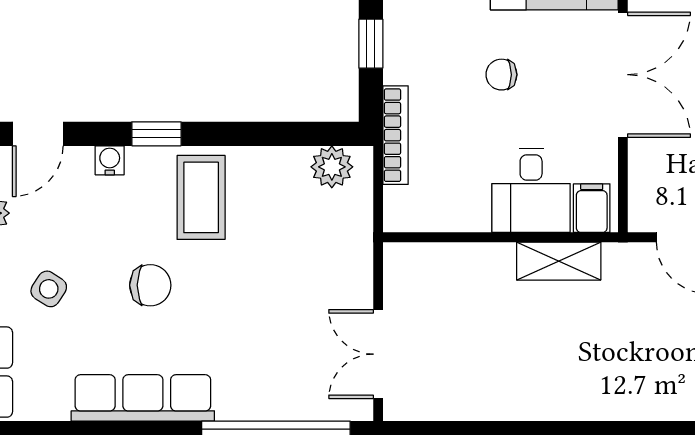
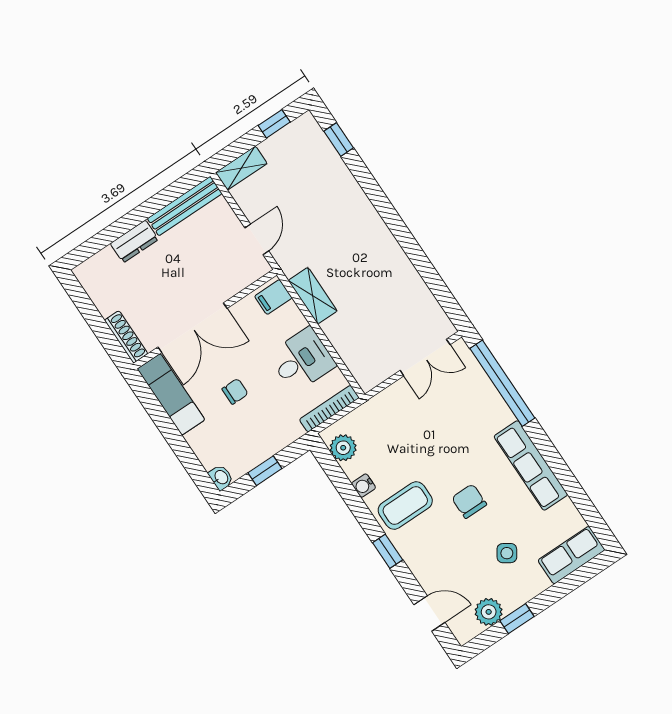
chair: (501, 75) -> (235, 391), turned -90
double door: (623, 75) -> (192, 328), swing flipped
bookcase: (396, 135) -> (329, 409), moved
water cooler: (110, 160) -> (364, 486), moved
desk: (531, 190) -> (302, 360), moved

